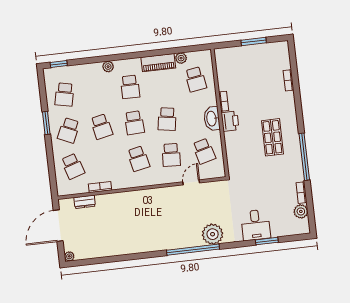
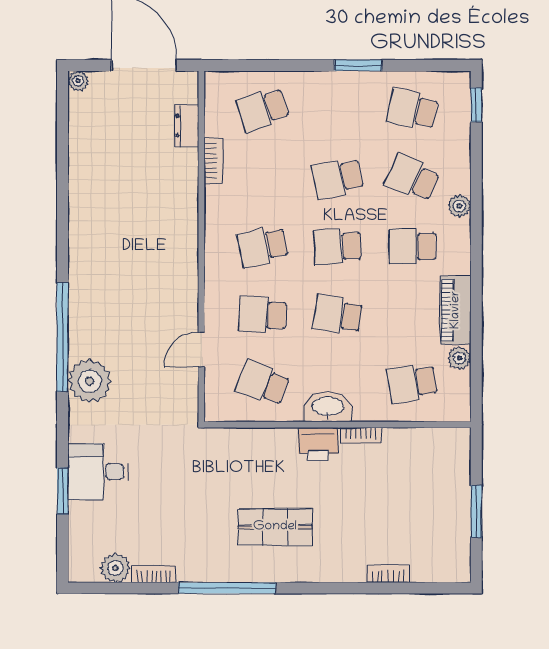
school desk: (69, 130) -> (412, 178), moved
school desk: (204, 151) -> (263, 383), turned 36
door: (191, 182) -> (201, 349), swing flipped

